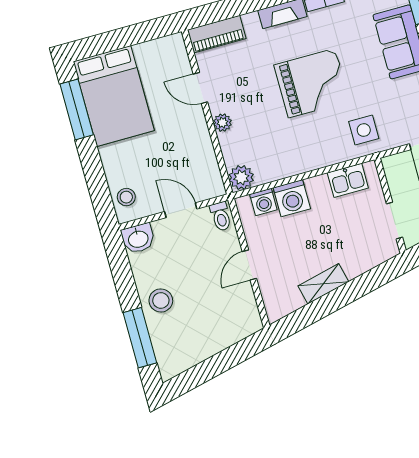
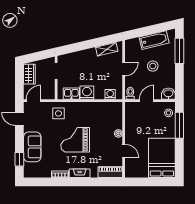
window: (77, 109) -> (179, 125), moved
plant: (241, 177) -> (117, 108), removed
washing machine: (292, 198) -> (87, 93), moved
door: (181, 210) -> (147, 101), swing flipped
shelving: (323, 284) -> (107, 49), moved
stool: (161, 300) -> (153, 66), moved
bathtub: (201, 346) -> (154, 40), added

